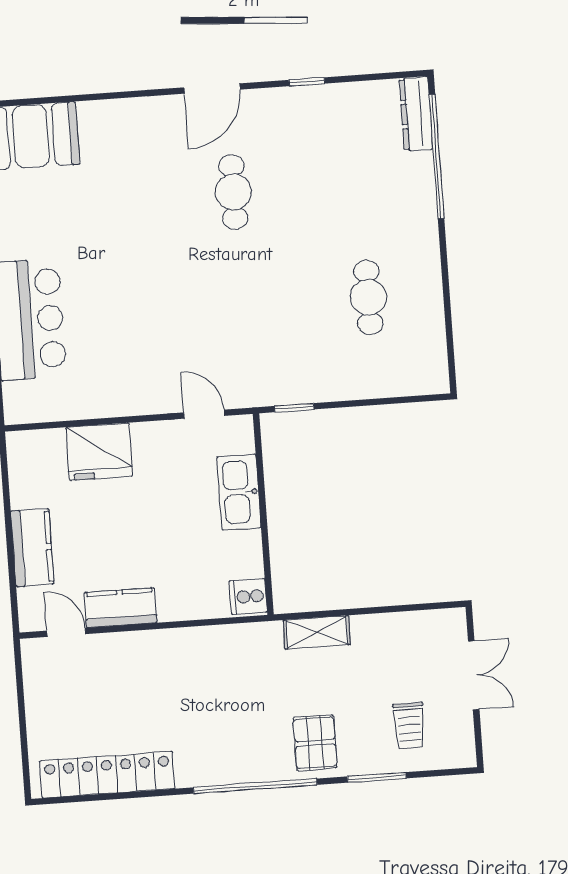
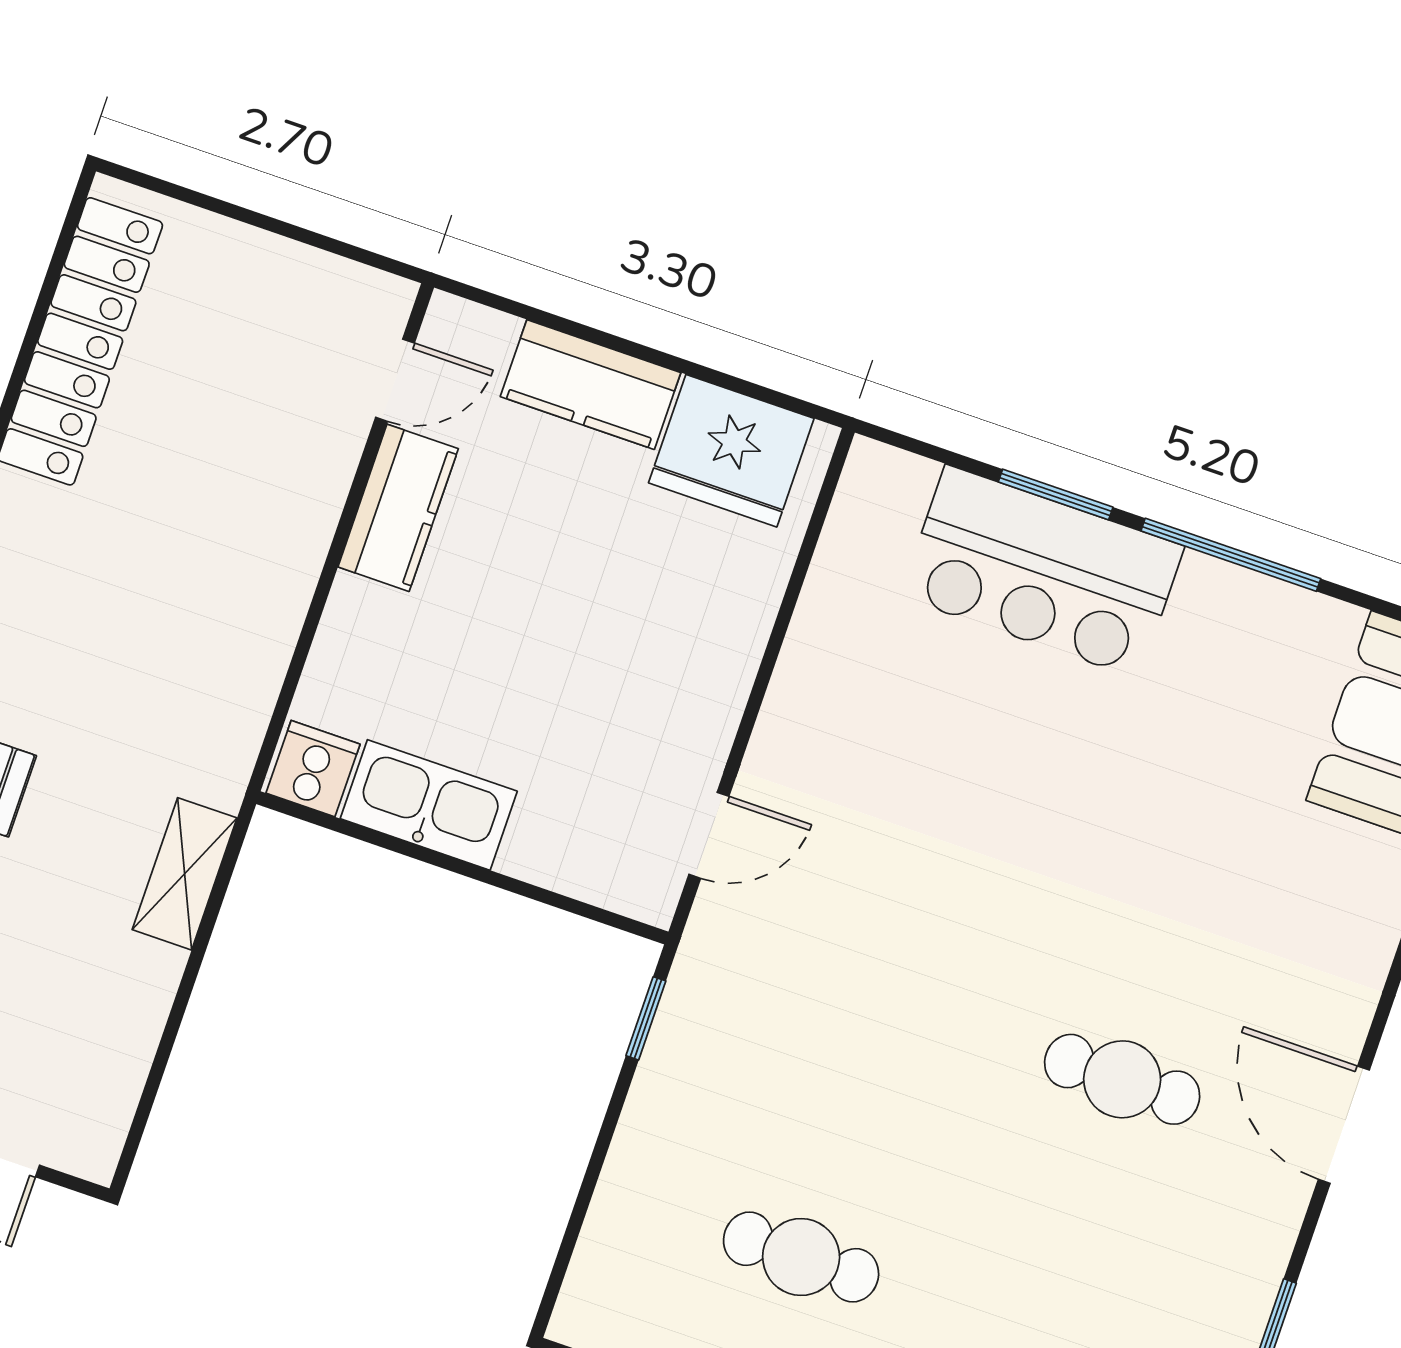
fridge: (99, 452) -> (731, 451), moved, turned -90
kitchen sink: (239, 492) -> (429, 805), moved

